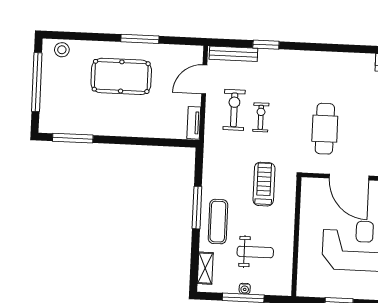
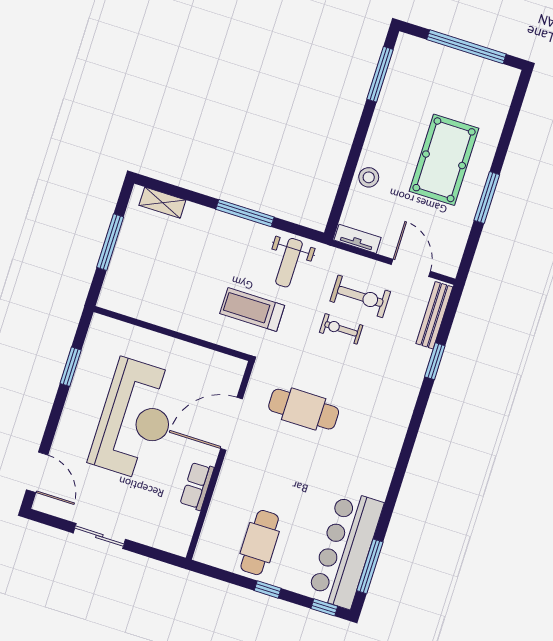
stool: (62, 50) -> (369, 177), moved
exercise bike: (261, 117) -> (341, 329), turned 180
treadmill: (264, 184) -> (252, 309), turned 180
exercise mat: (218, 222) -> (219, 236), removed
weight bench: (255, 252) -> (289, 263), moved
water cooler: (245, 289) -> (122, 247), removed

